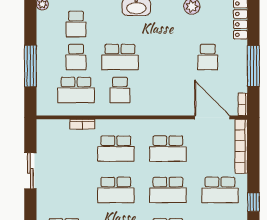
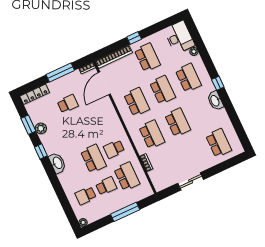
school desk: (76, 24) -> (86, 196), turned 180
school desk: (120, 90) -> (114, 149), turned 180
window: (253, 202) -> (134, 38), moved

